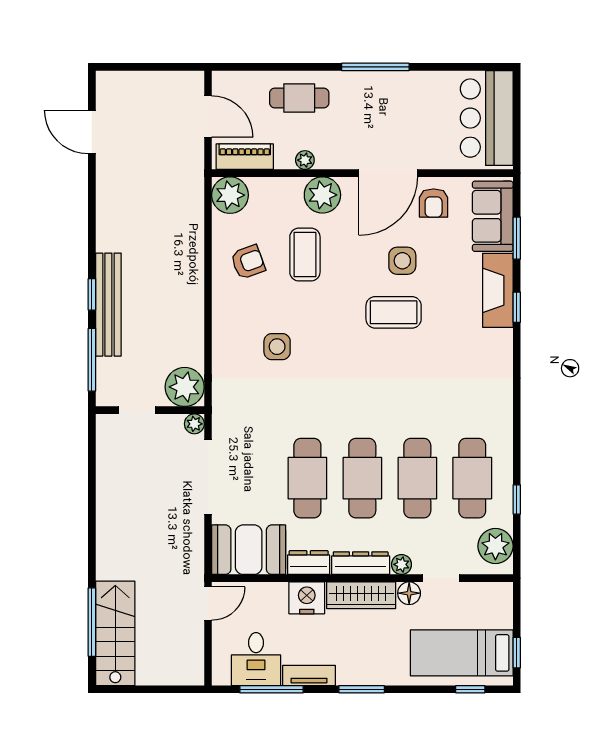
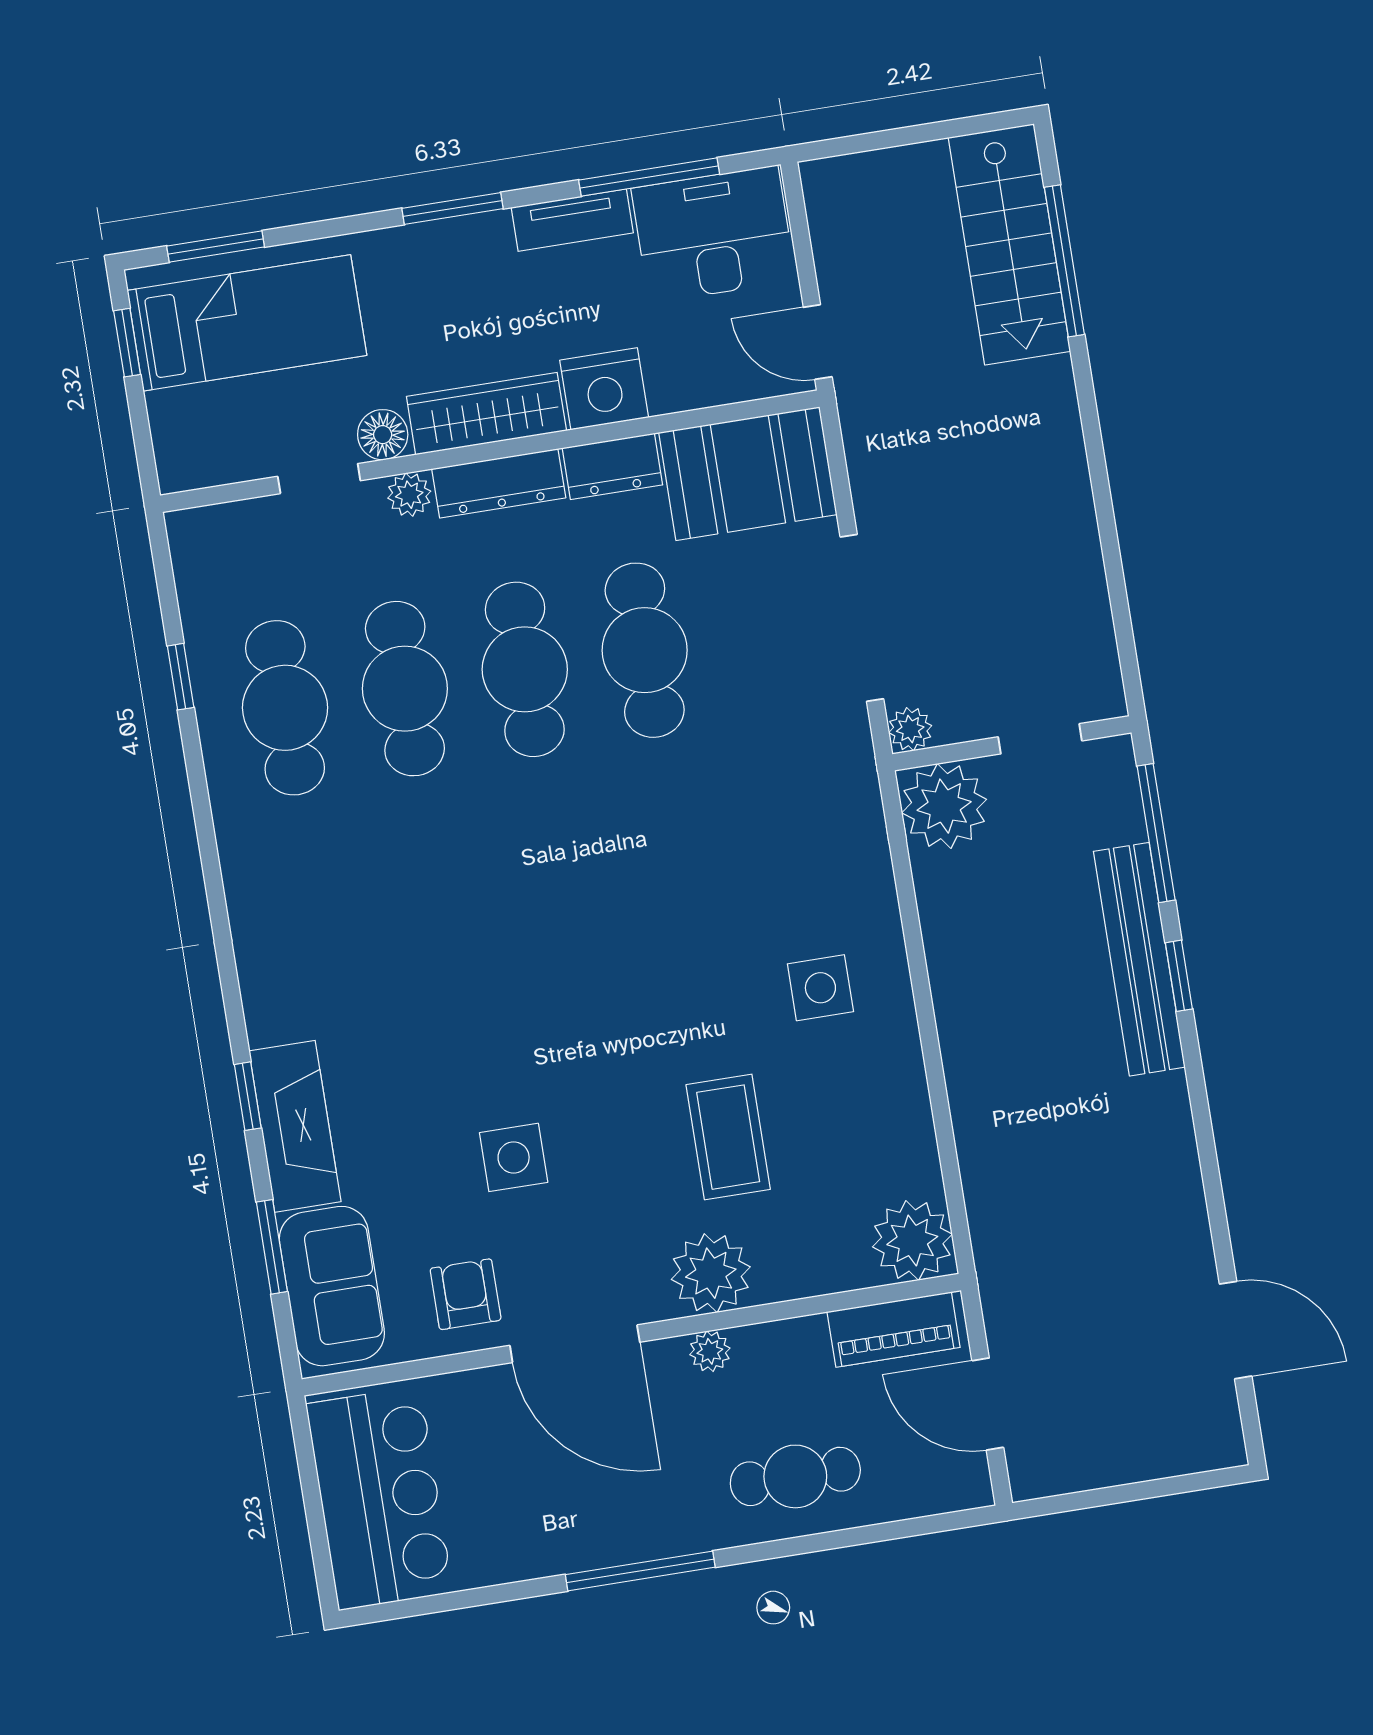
plant: (305, 160) -> (710, 1351), moved
door: (388, 173) -> (575, 1344), swing flipped
armchair: (248, 262) -> (850, 1101), removed
coffee table: (394, 312) -> (515, 1042), removed
side table: (277, 347) -> (820, 988), moved
plant: (495, 546) -> (211, 568), removed
door: (208, 603) -> (818, 342), hinge flipped
desk: (256, 659) -> (713, 234), width x1.37
window: (470, 689) -> (216, 246), width x1.50

